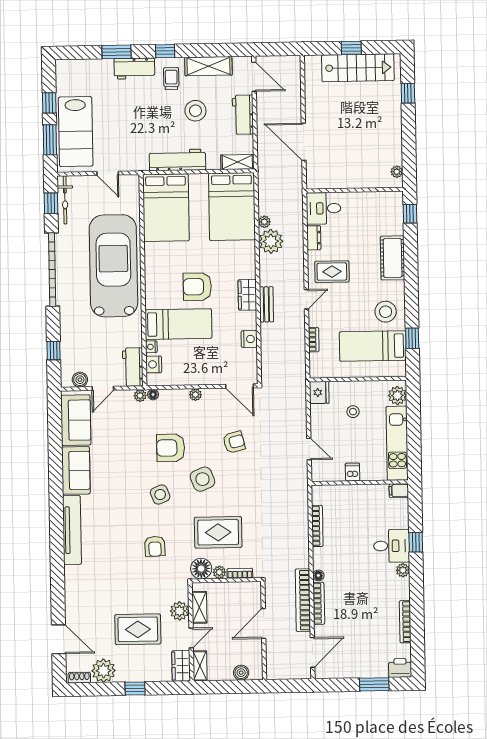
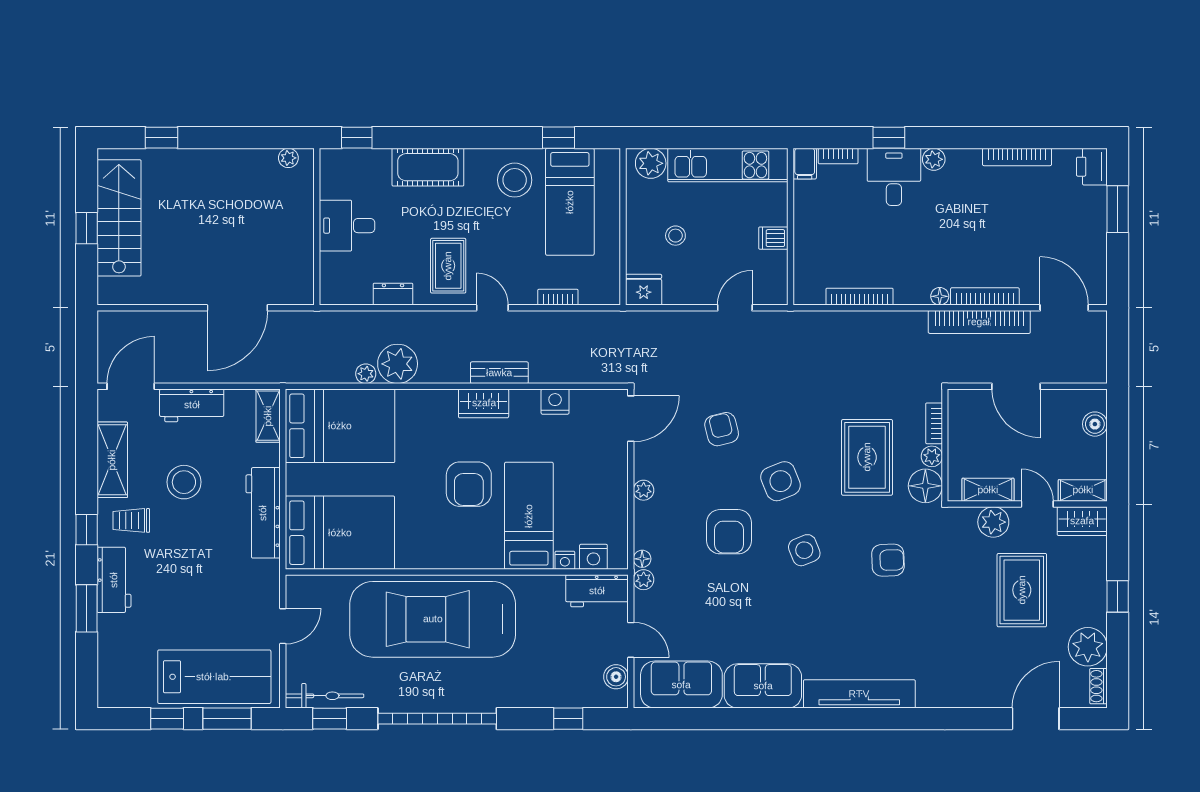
desk: (324, 208) -> (347, 226), moved, turned 90
bookcase: (404, 511) -> (838, 156), added

